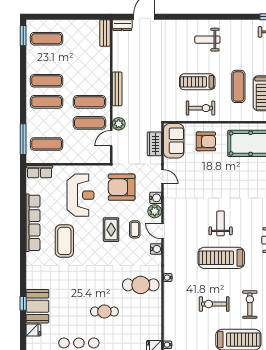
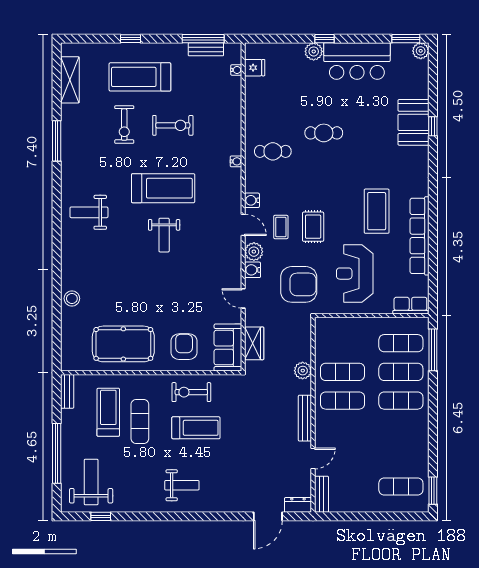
exercise mat: (47, 81) -> (401, 372), moved
door: (111, 138) -> (313, 458), moved
armchair: (206, 141) -> (184, 347), turned 90
cafe table: (141, 285) -> (273, 151), width x0.73, depth x0.74
cafe table: (104, 312) -> (324, 133), moved
fridge: (33, 330) -> (419, 90), removed

